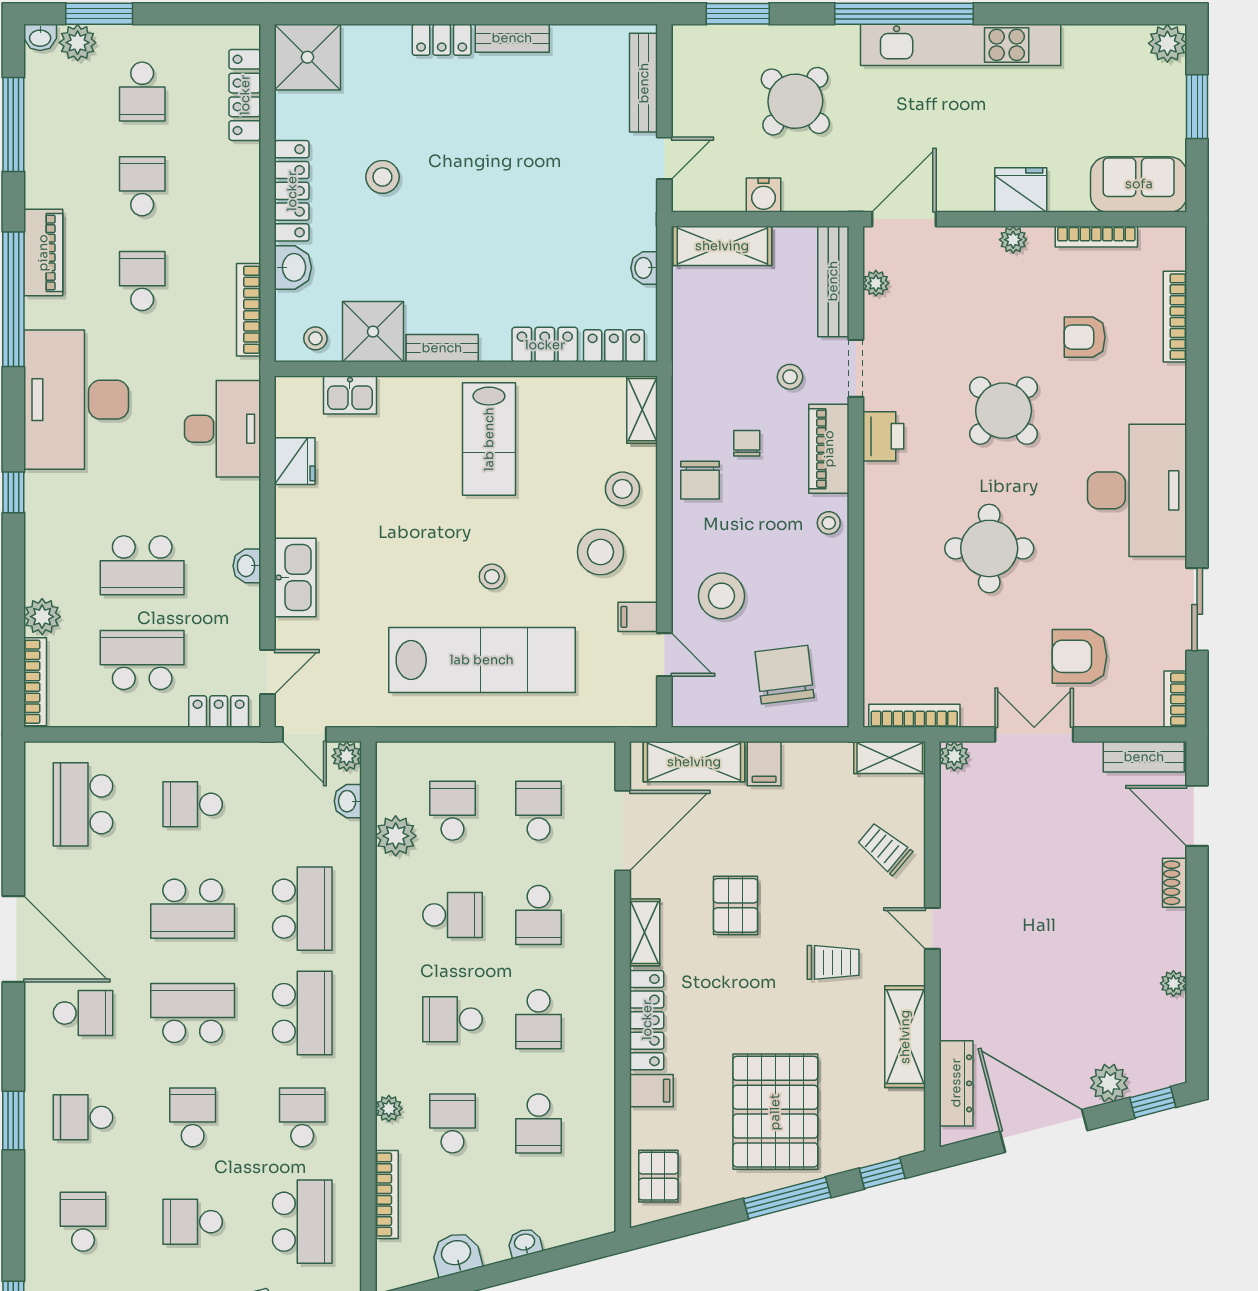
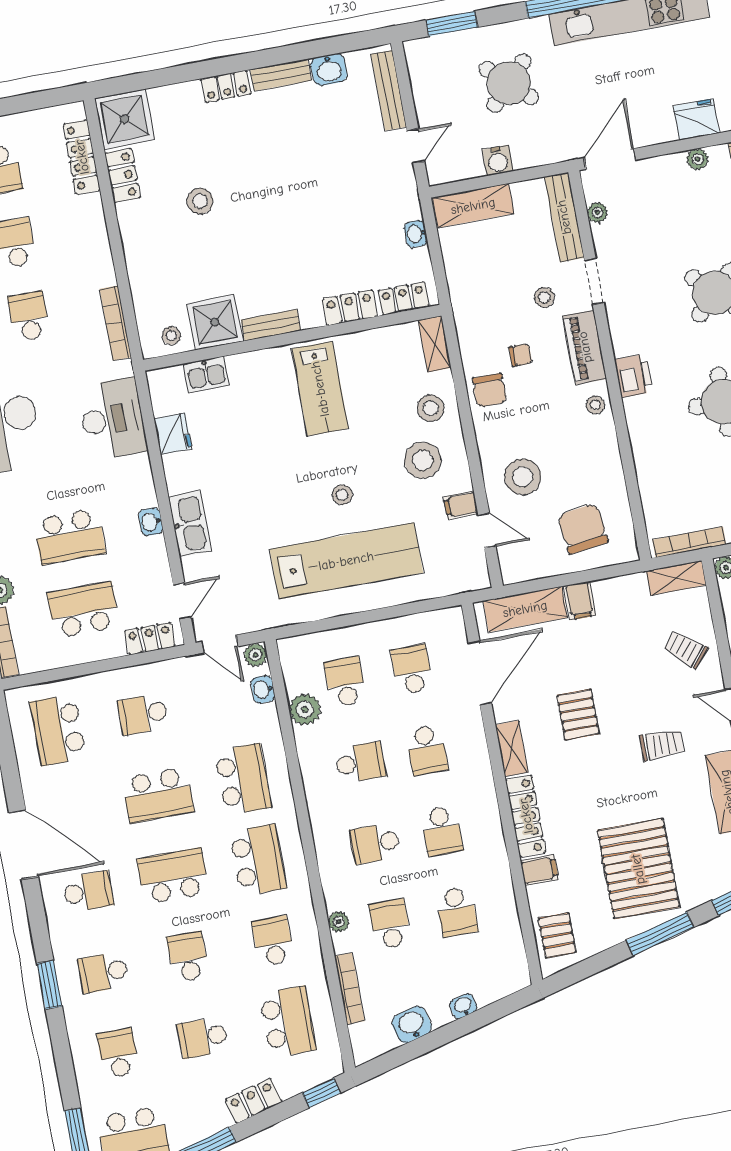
locker: (292, 191) -> (123, 175), moved, width x0.66
washbasin: (293, 267) -> (329, 70), moved, turned 90
printer: (883, 436) -> (634, 376), moved
chair: (747, 443) -> (520, 355), turned 90

